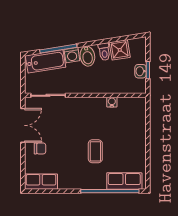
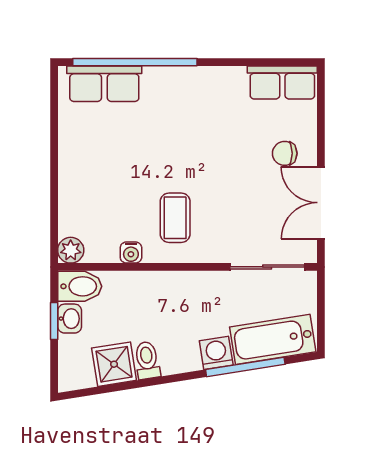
bidet: (87, 56) -> (80, 286), moved, turned 99
plant: (140, 103) -> (71, 250), added
coffee table: (95, 151) -> (175, 218), moved

